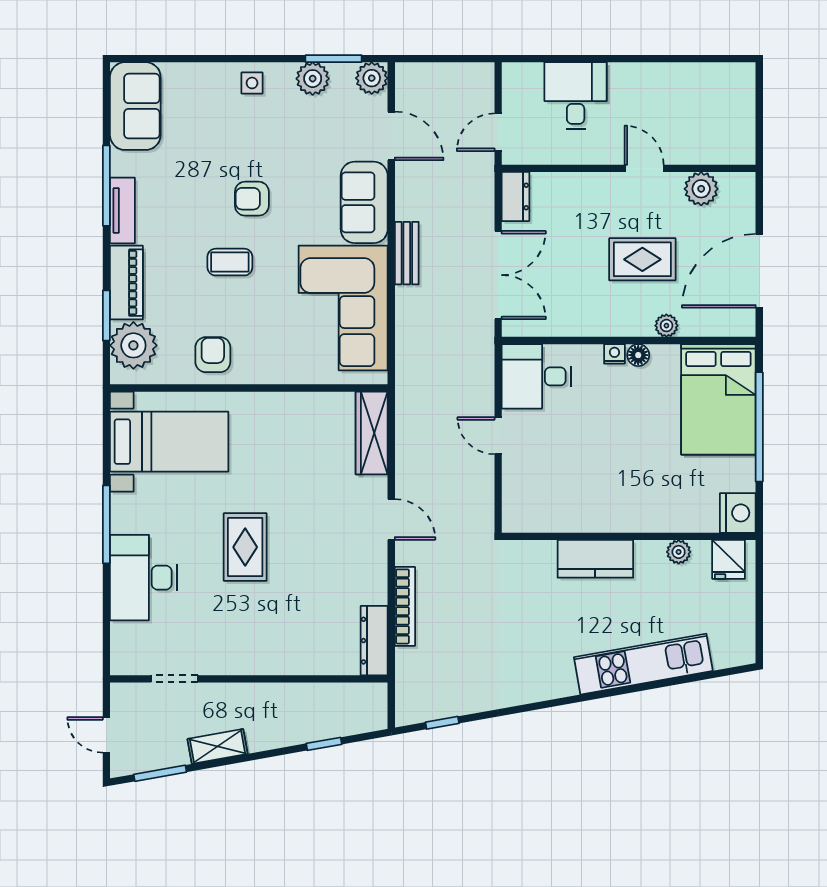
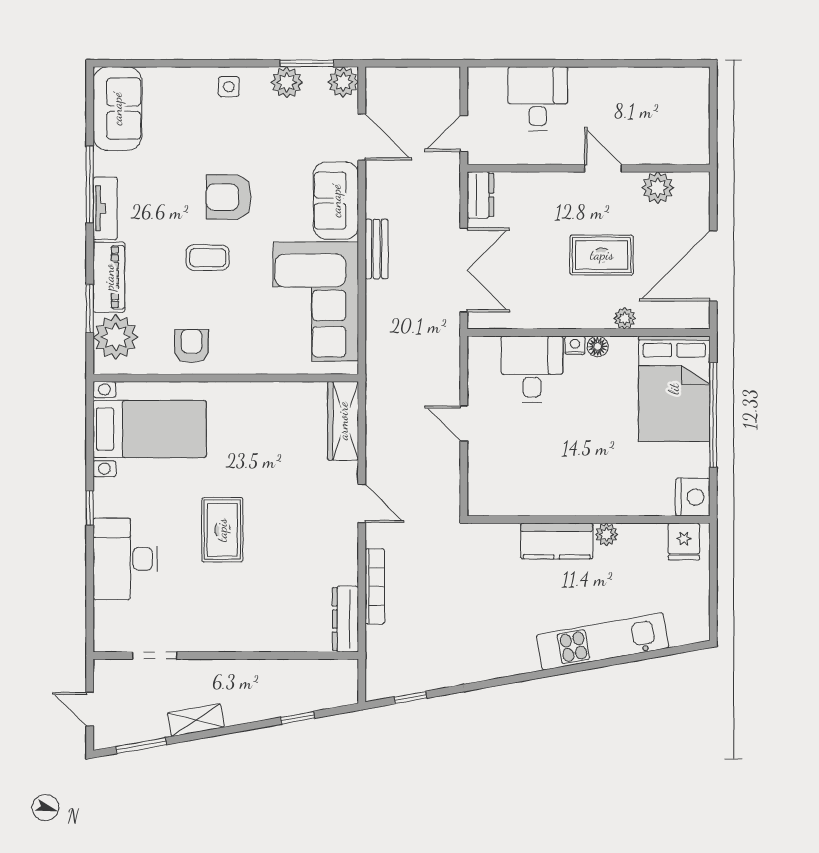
armchair: (252, 199) -> (229, 197), width x1.38, depth x1.38
desk: (536, 376) -> (532, 369), moved, turned 90
window: (106, 524) -> (90, 508), width x0.46
plant: (679, 552) -> (606, 534), moved

